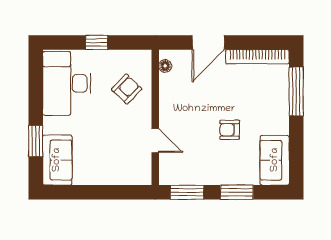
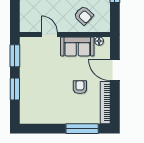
armchair: (230, 130) -> (80, 87), moved
door: (155, 141) -> (49, 34), swing flipped
sofa: (275, 160) -> (77, 46), moved, turned 180

